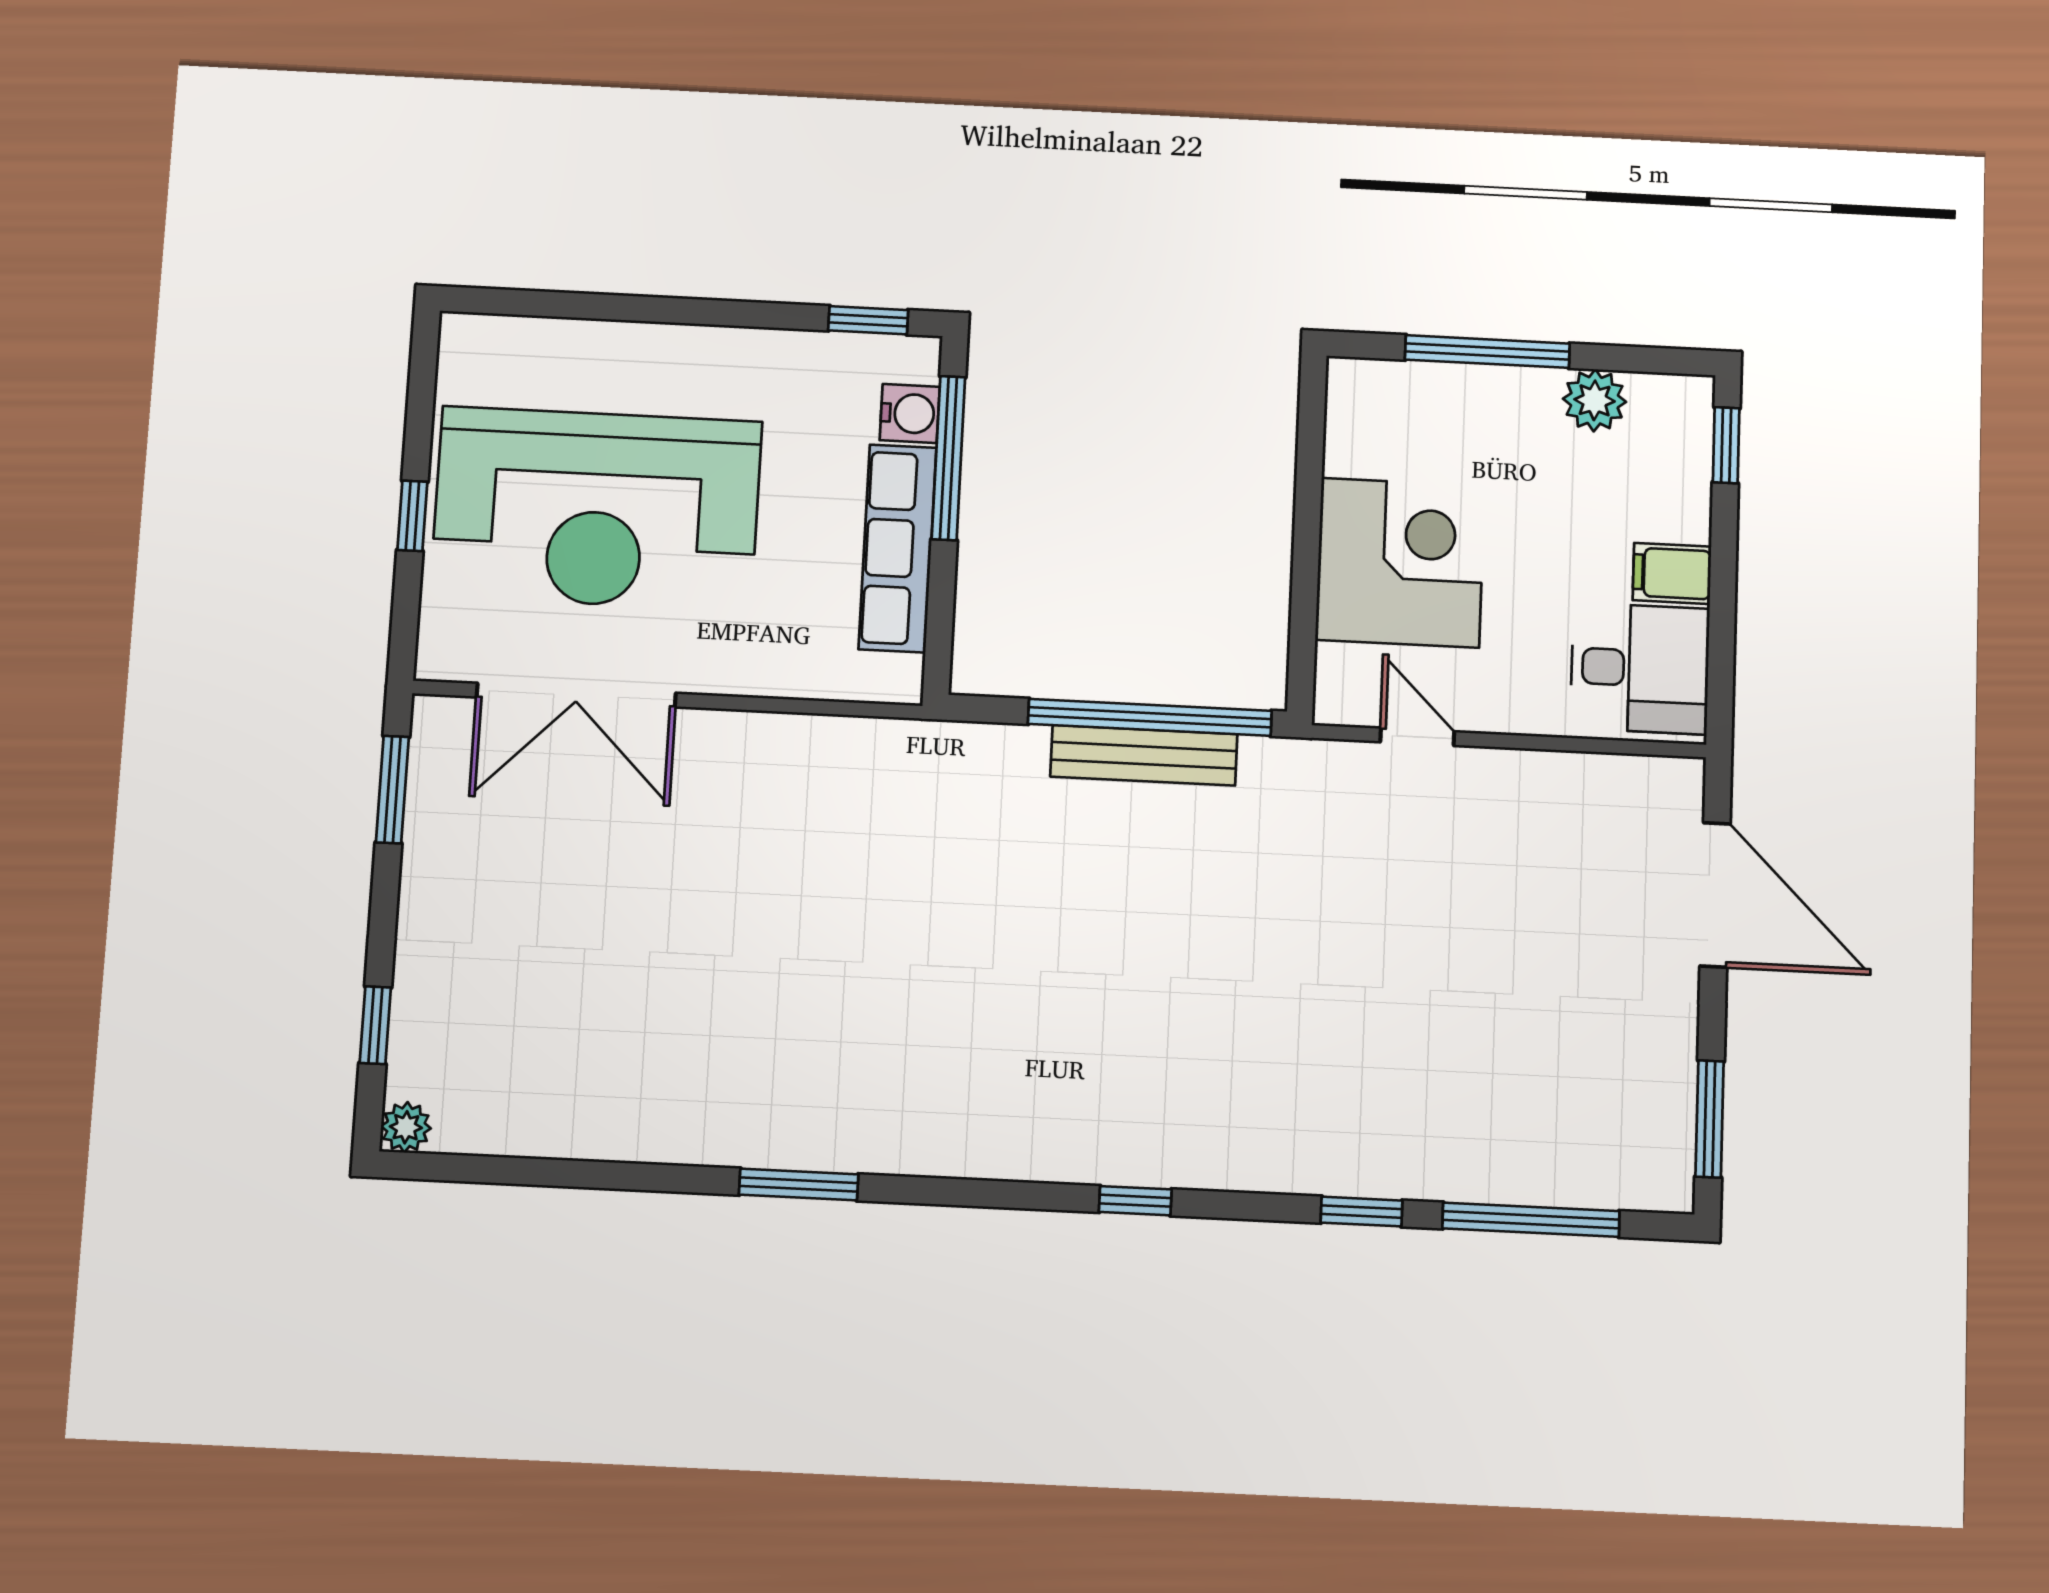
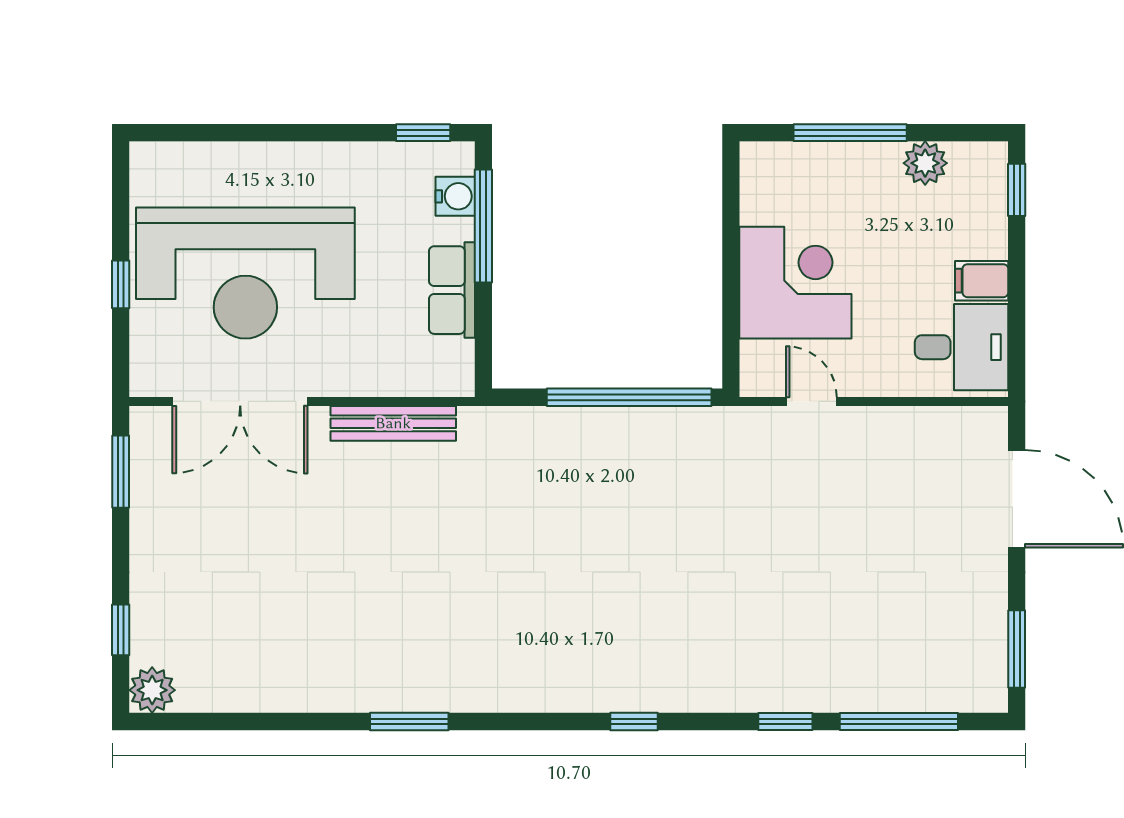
row of seats: (898, 548) -> (452, 290), width x0.68
bench: (1144, 755) -> (393, 423), moved
plant: (406, 1127) -> (152, 690), width x1.38, depth x1.38

